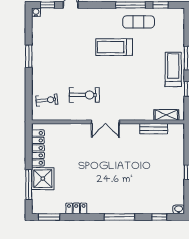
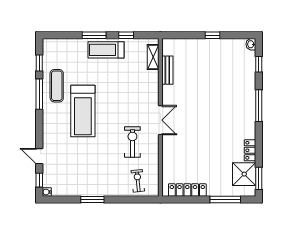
treadmill: (114, 47) -> (83, 111), width x1.37, depth x1.38
shower: (43, 179) -> (244, 174), moved

